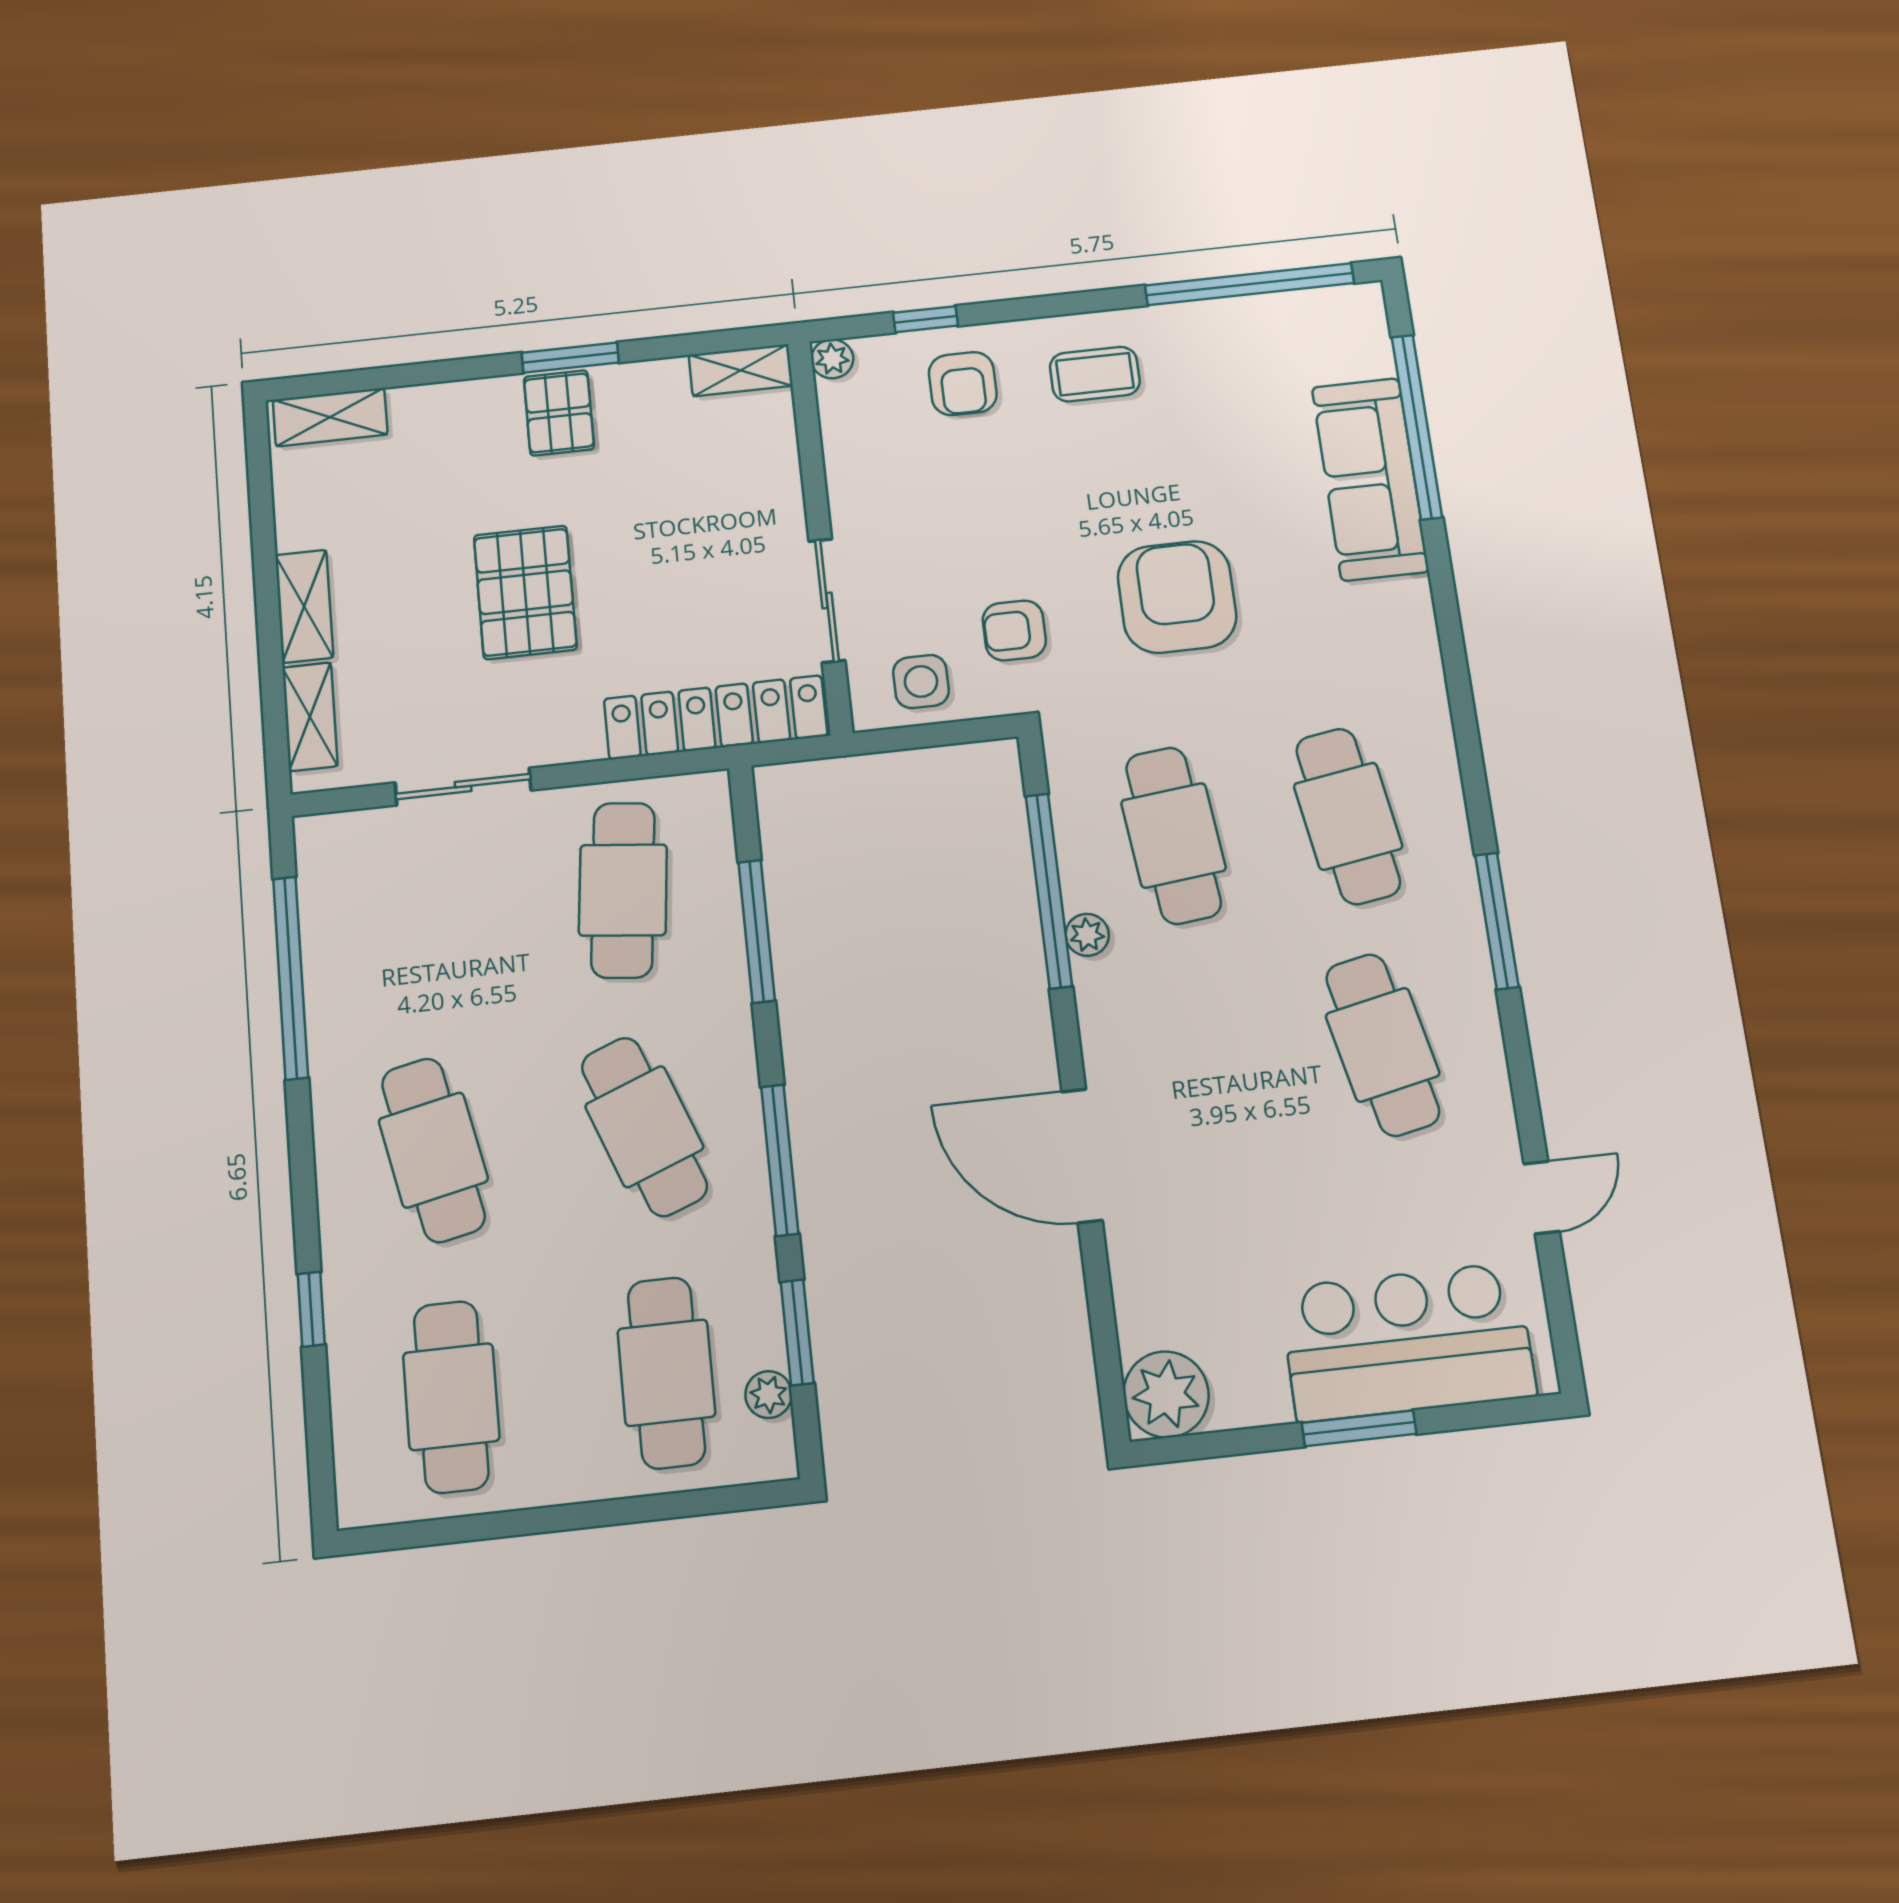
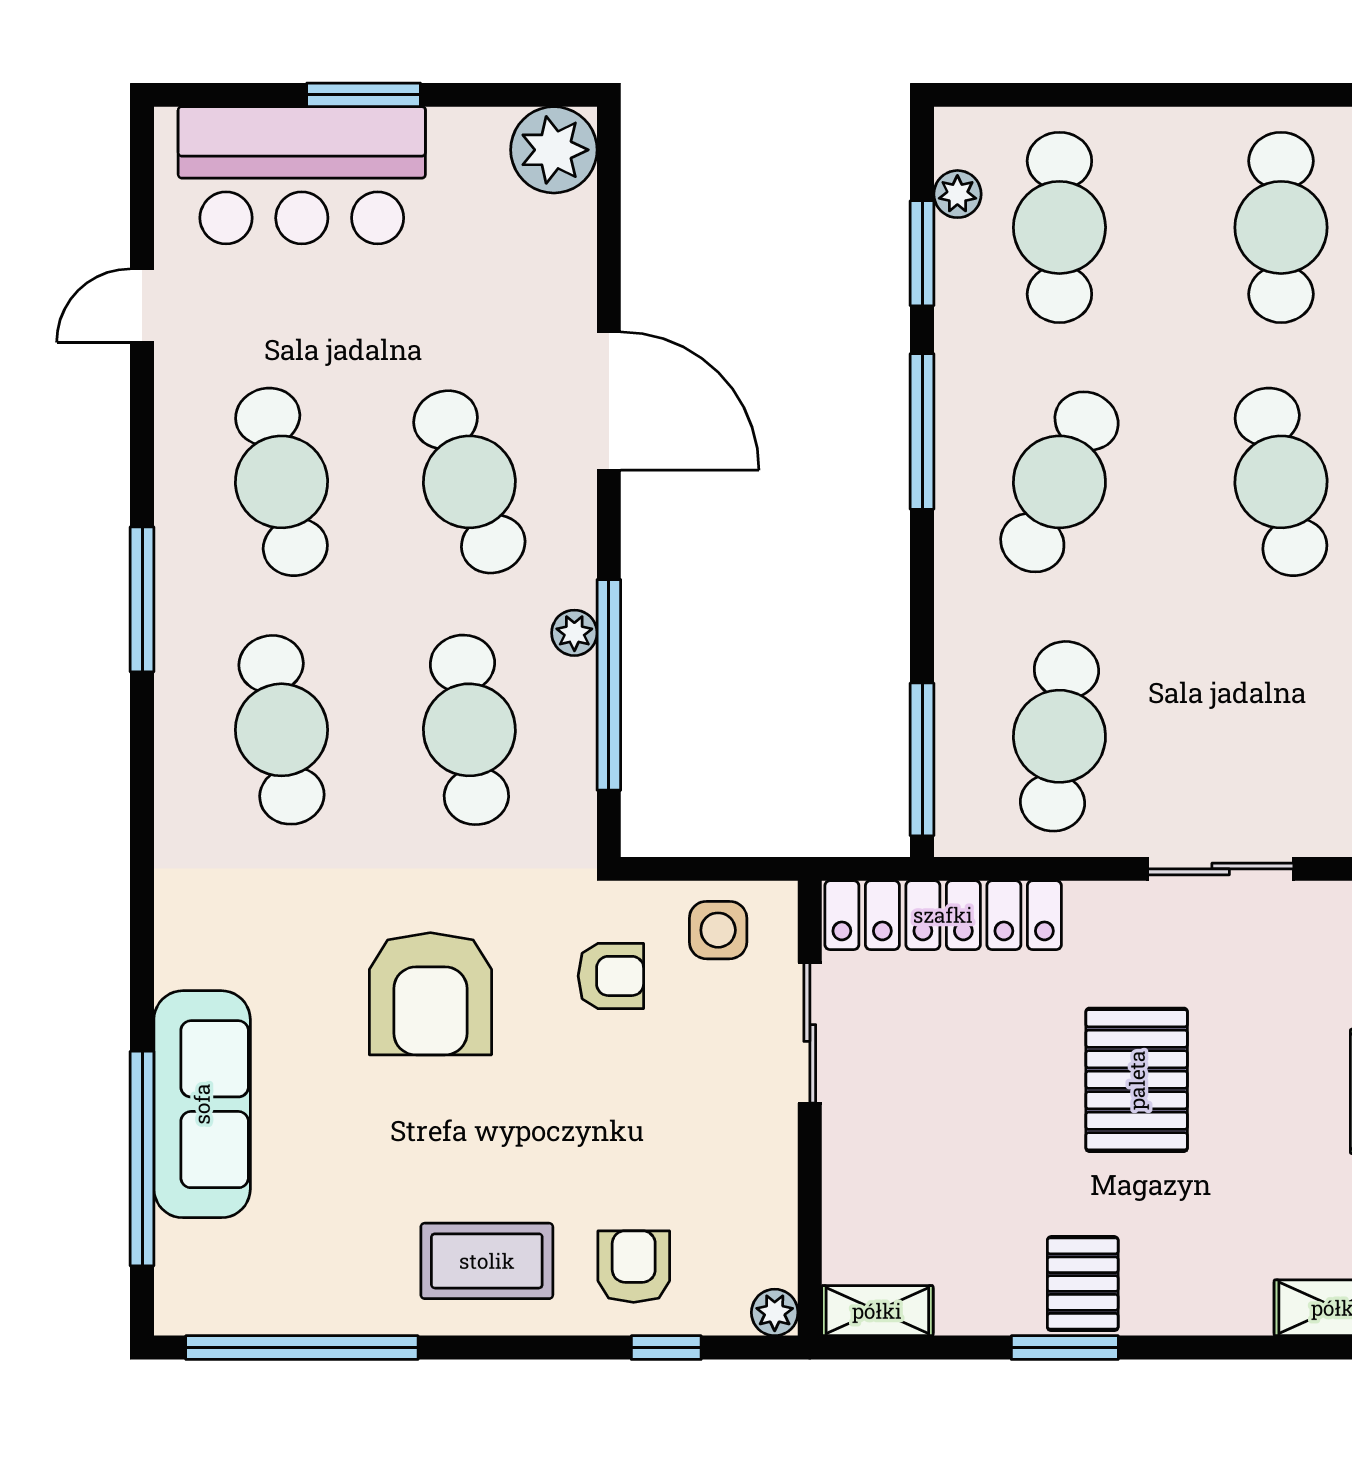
coffee table: (1095, 374) -> (487, 1261), width x1.36, depth x1.30
window: (757, 931) -> (922, 759), moved
cafe table: (1205, 1064) -> (469, 482), added
cafe table: (644, 1127) -> (1059, 482), turned 45

